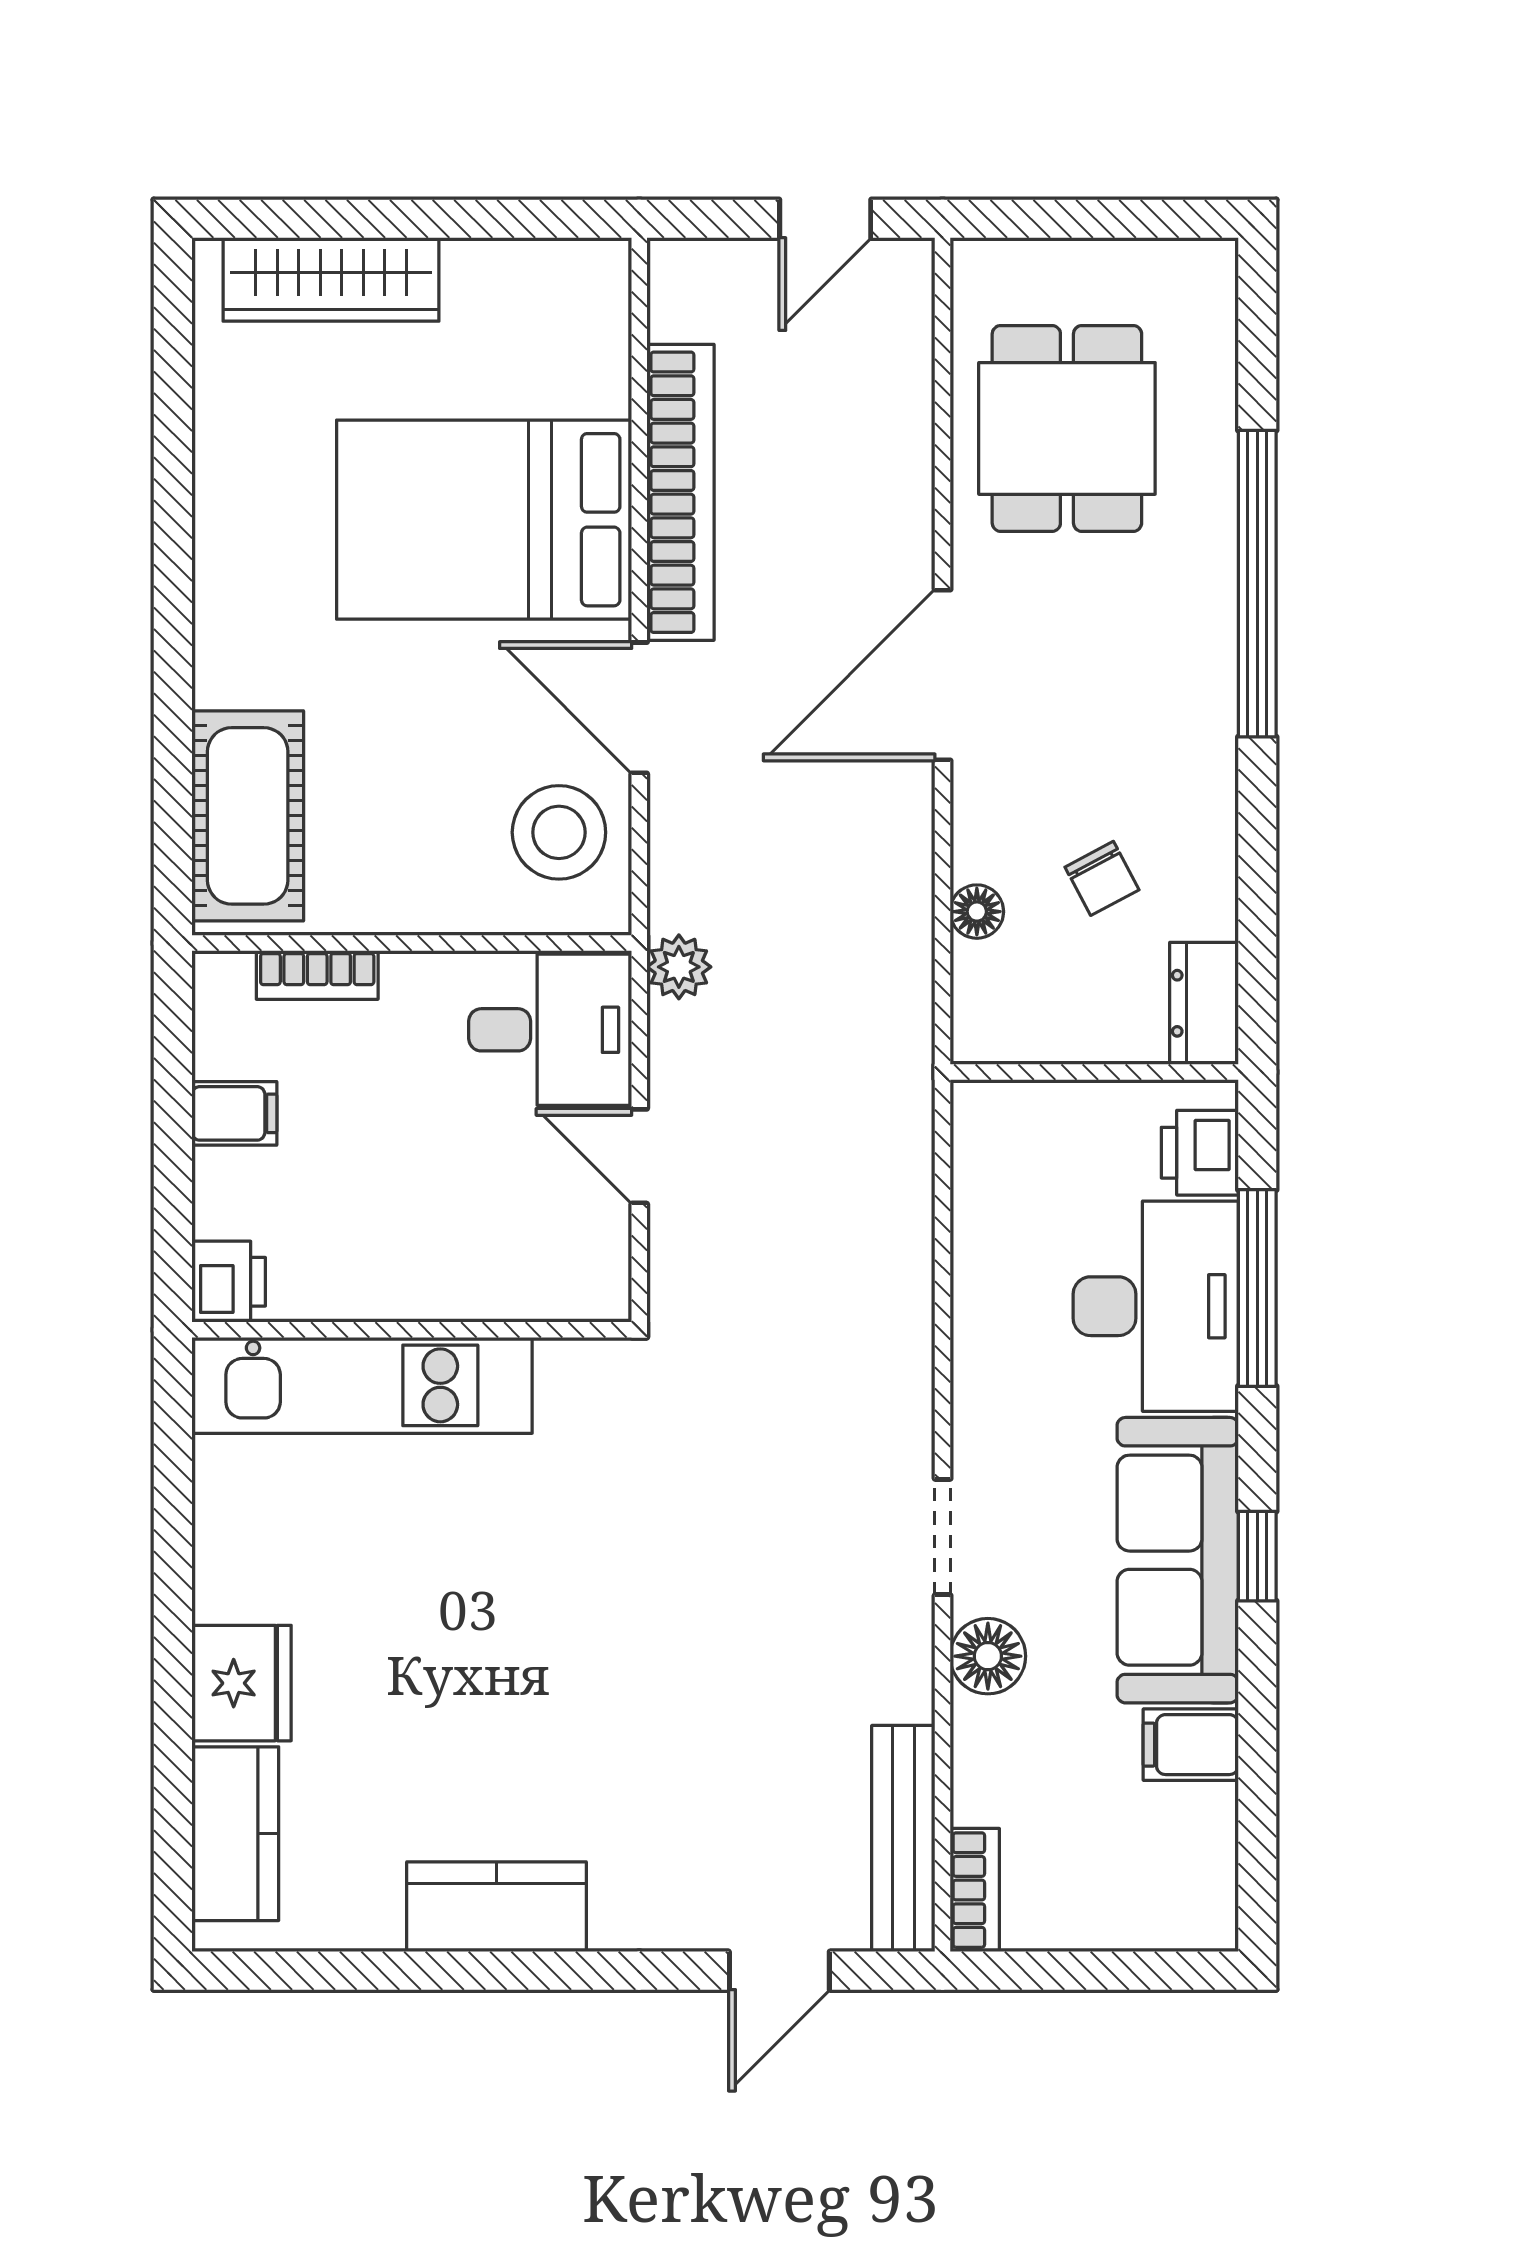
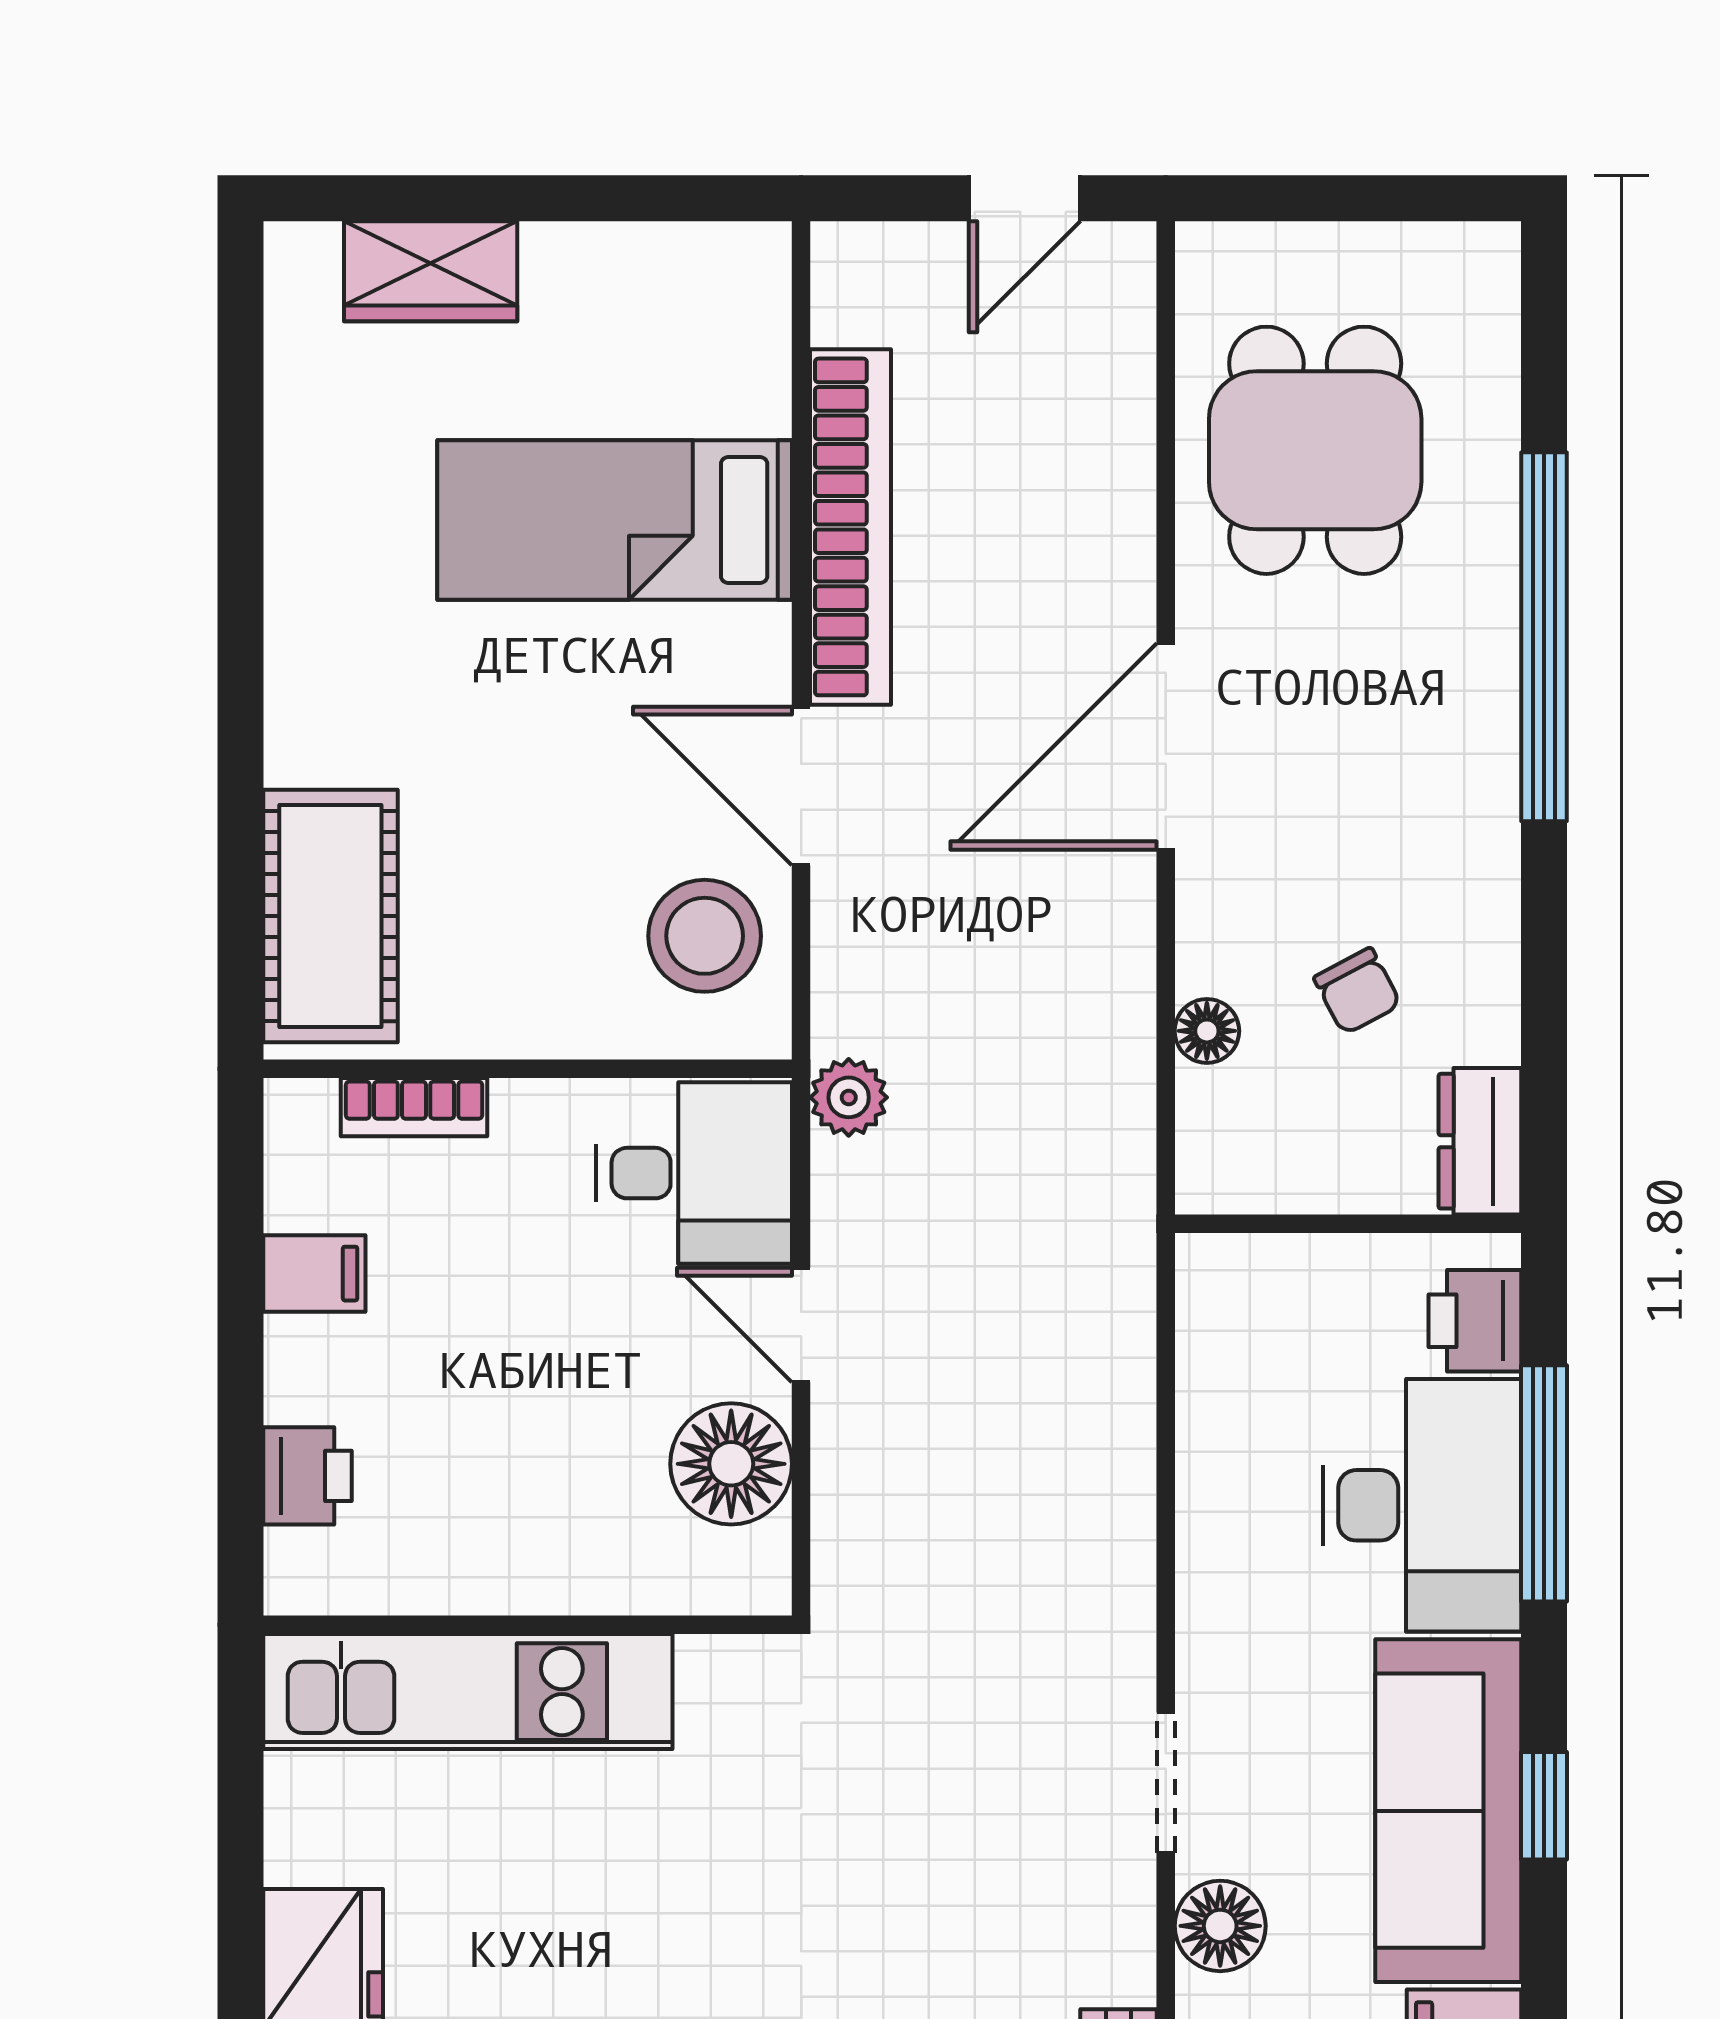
wardrobe: (331, 279) -> (431, 271), width x0.67
bed: (484, 520) -> (615, 520), width x0.67
floor lamp: (581, 1272) -> (731, 1464), added
wall: (412, 1330) -> (528, 1625), moved
kitchen unit: (362, 1385) -> (468, 1692), moved

